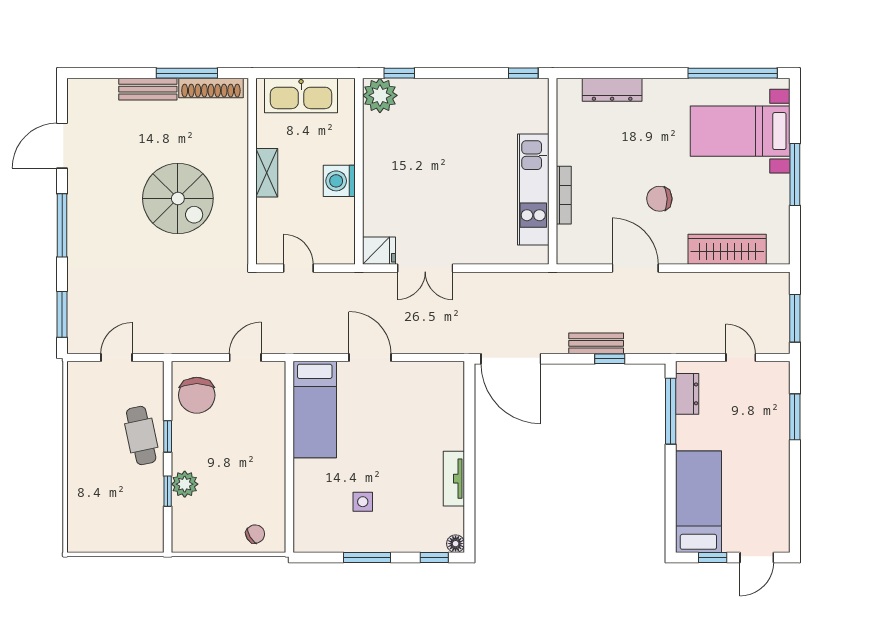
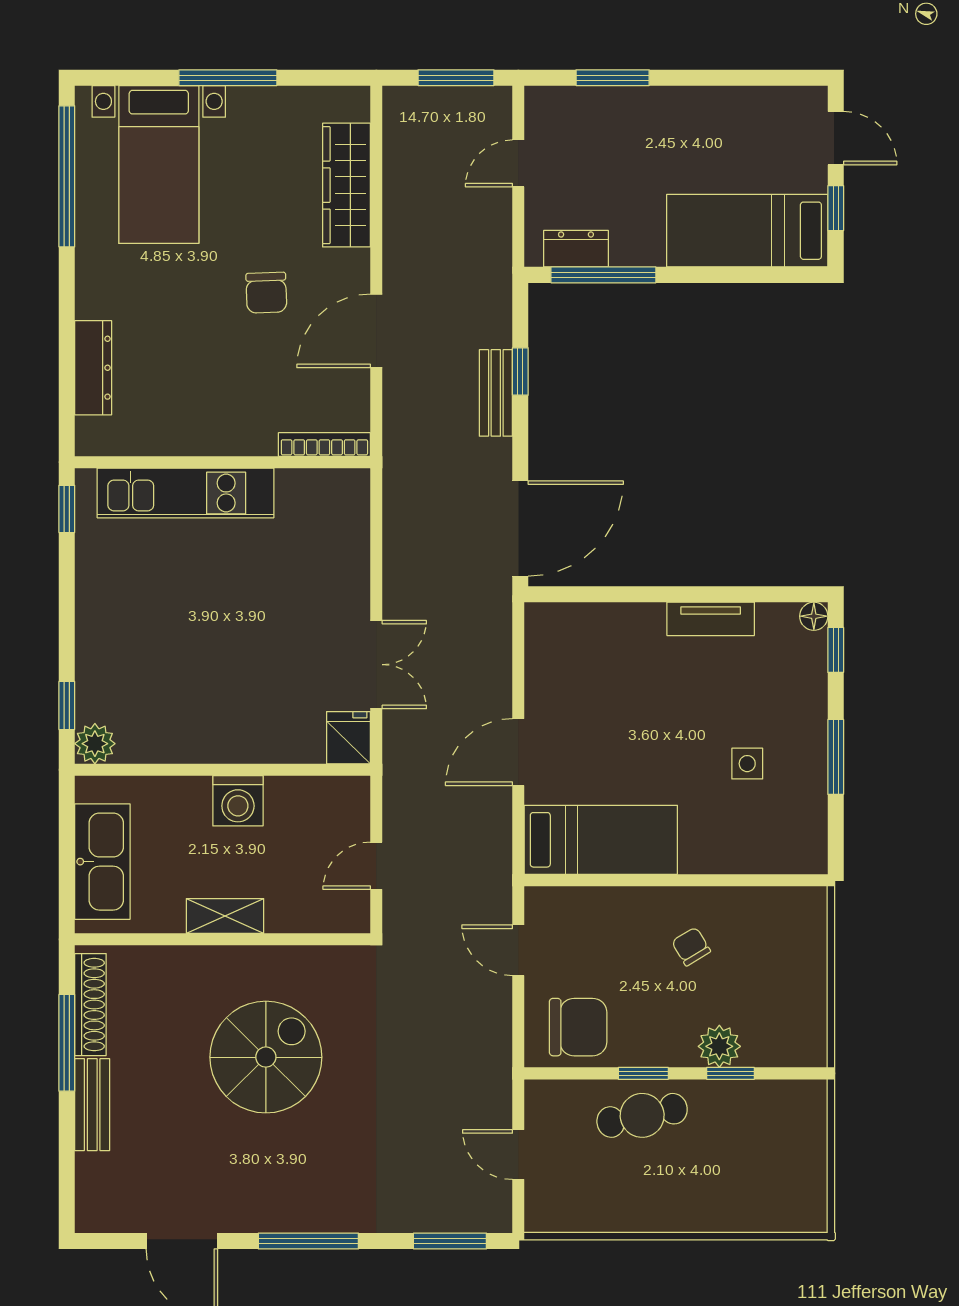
plant: (380, 95) -> (95, 744), width x0.73, depth x0.73
kitchen unit: (533, 190) -> (186, 493), moved
bookcase: (564, 195) -> (324, 444), moved
chair: (255, 534) -> (691, 947), moved

